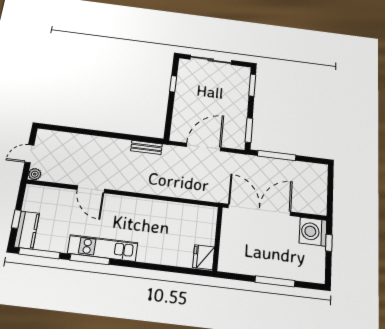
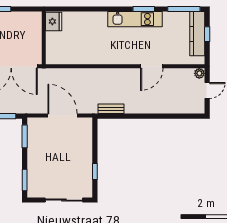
door: (204, 147) -> (63, 116), swing flipped
door: (91, 189) -> (152, 66), swing flipped
kitchen counter: (27, 230) -> (197, 34), width x1.50
window: (90, 259) -> (144, 9), width x0.69

